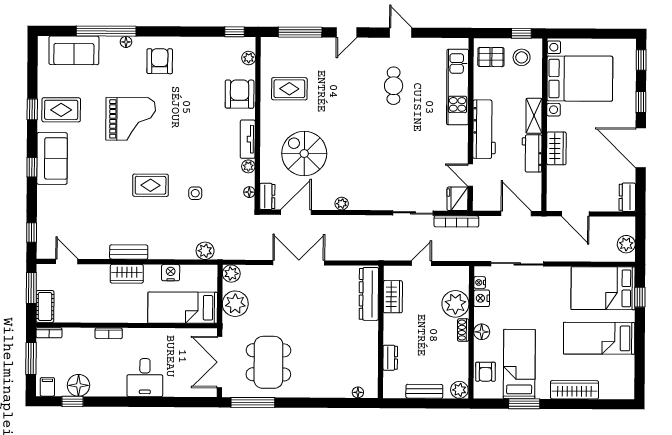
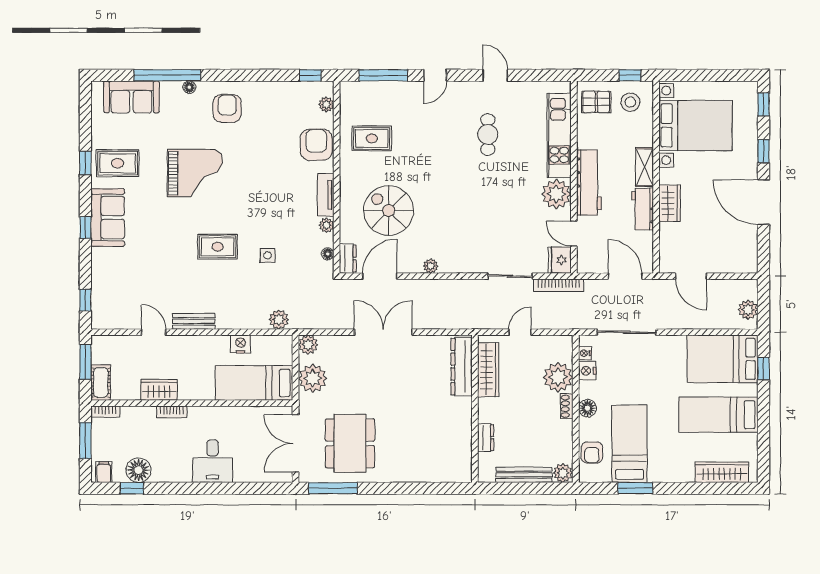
plant: (455, 140) -> (556, 194), added
dresser: (627, 197) -> (749, 257), removed
door: (67, 261) -> (154, 332), moved
wardrobe: (127, 274) -> (159, 390), moved, turned 180
wardrobe: (393, 297) -> (488, 370), width x1.50
wardrobe: (575, 390) -> (722, 472), moved
bench: (424, 391) -> (524, 475), width x1.36
floor lamp: (358, 392) -> (450, 476), removed

